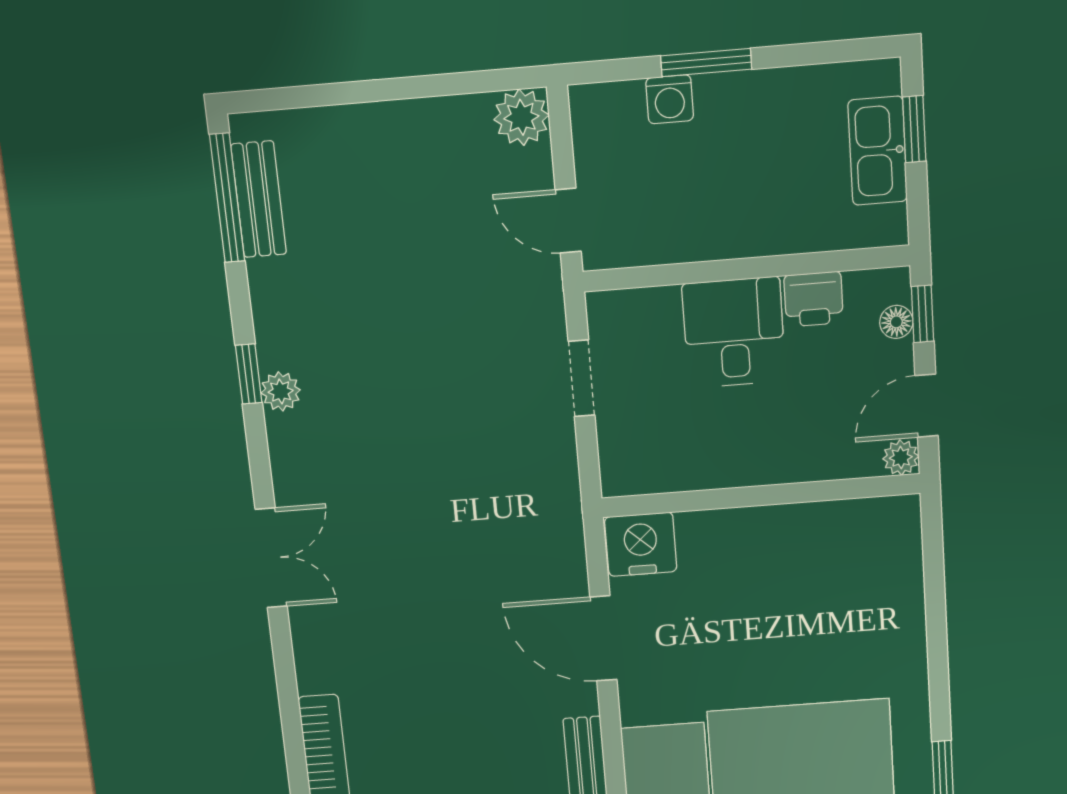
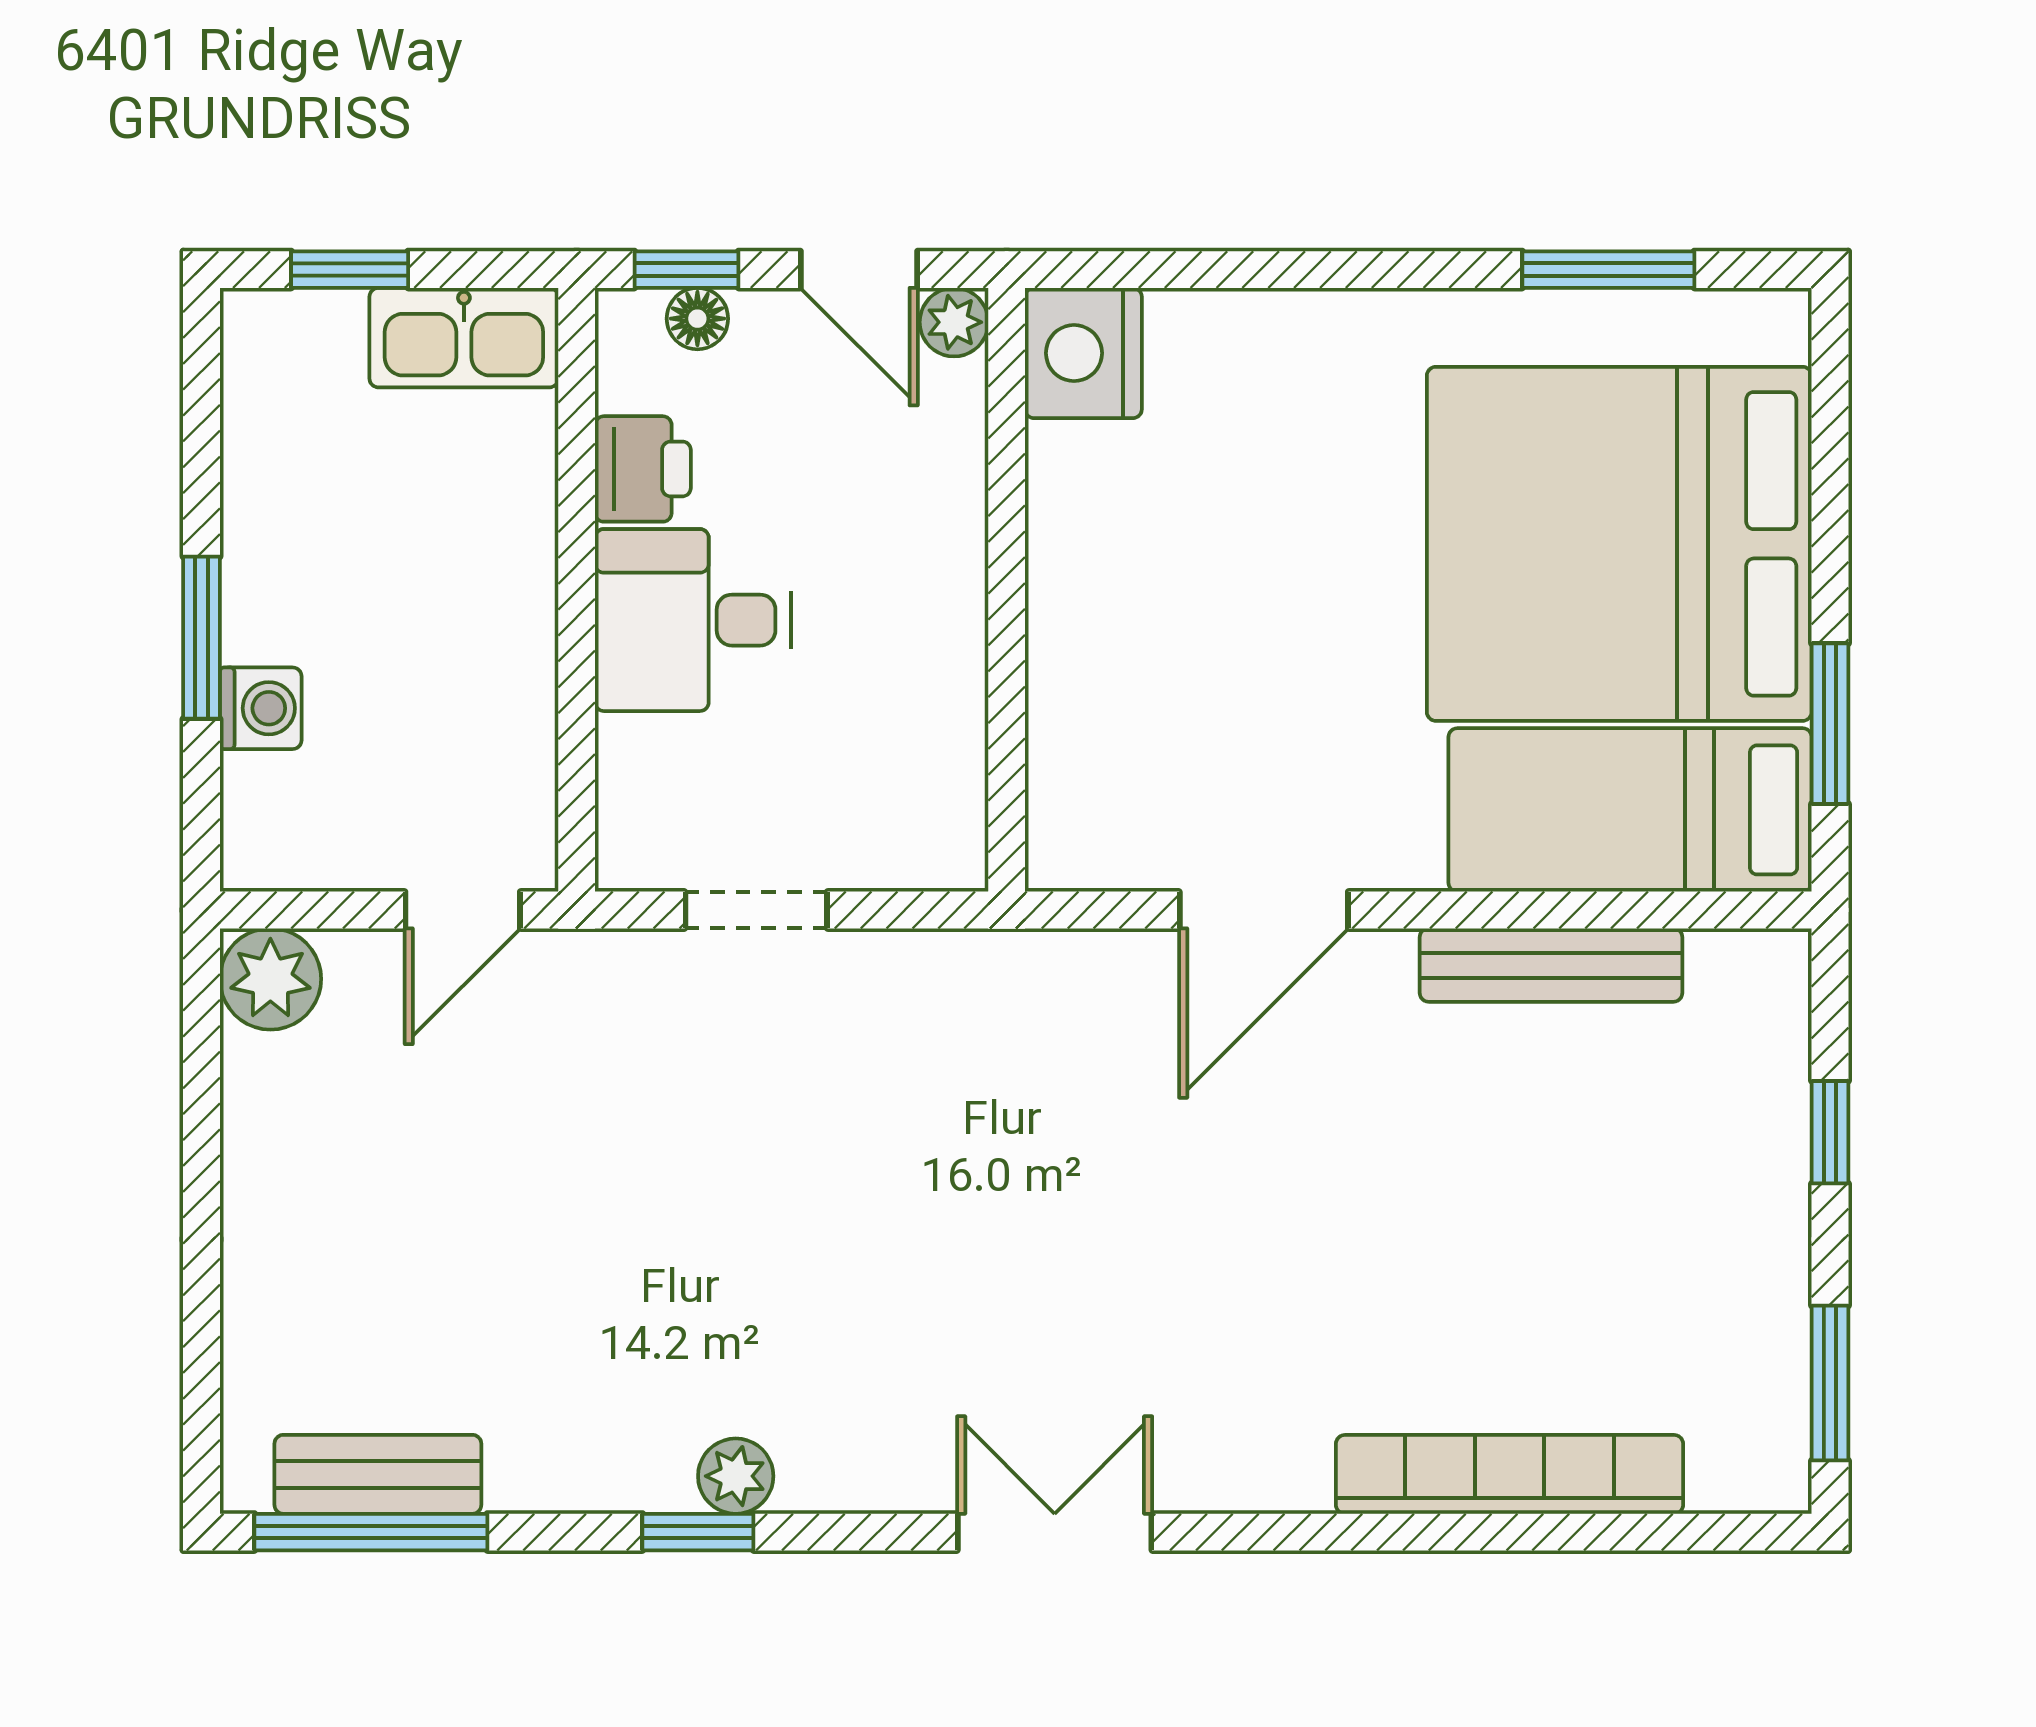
kitchen sink: (878, 151) -> (464, 338), moved
nightstand: (641, 544) -> (1083, 353), moved

